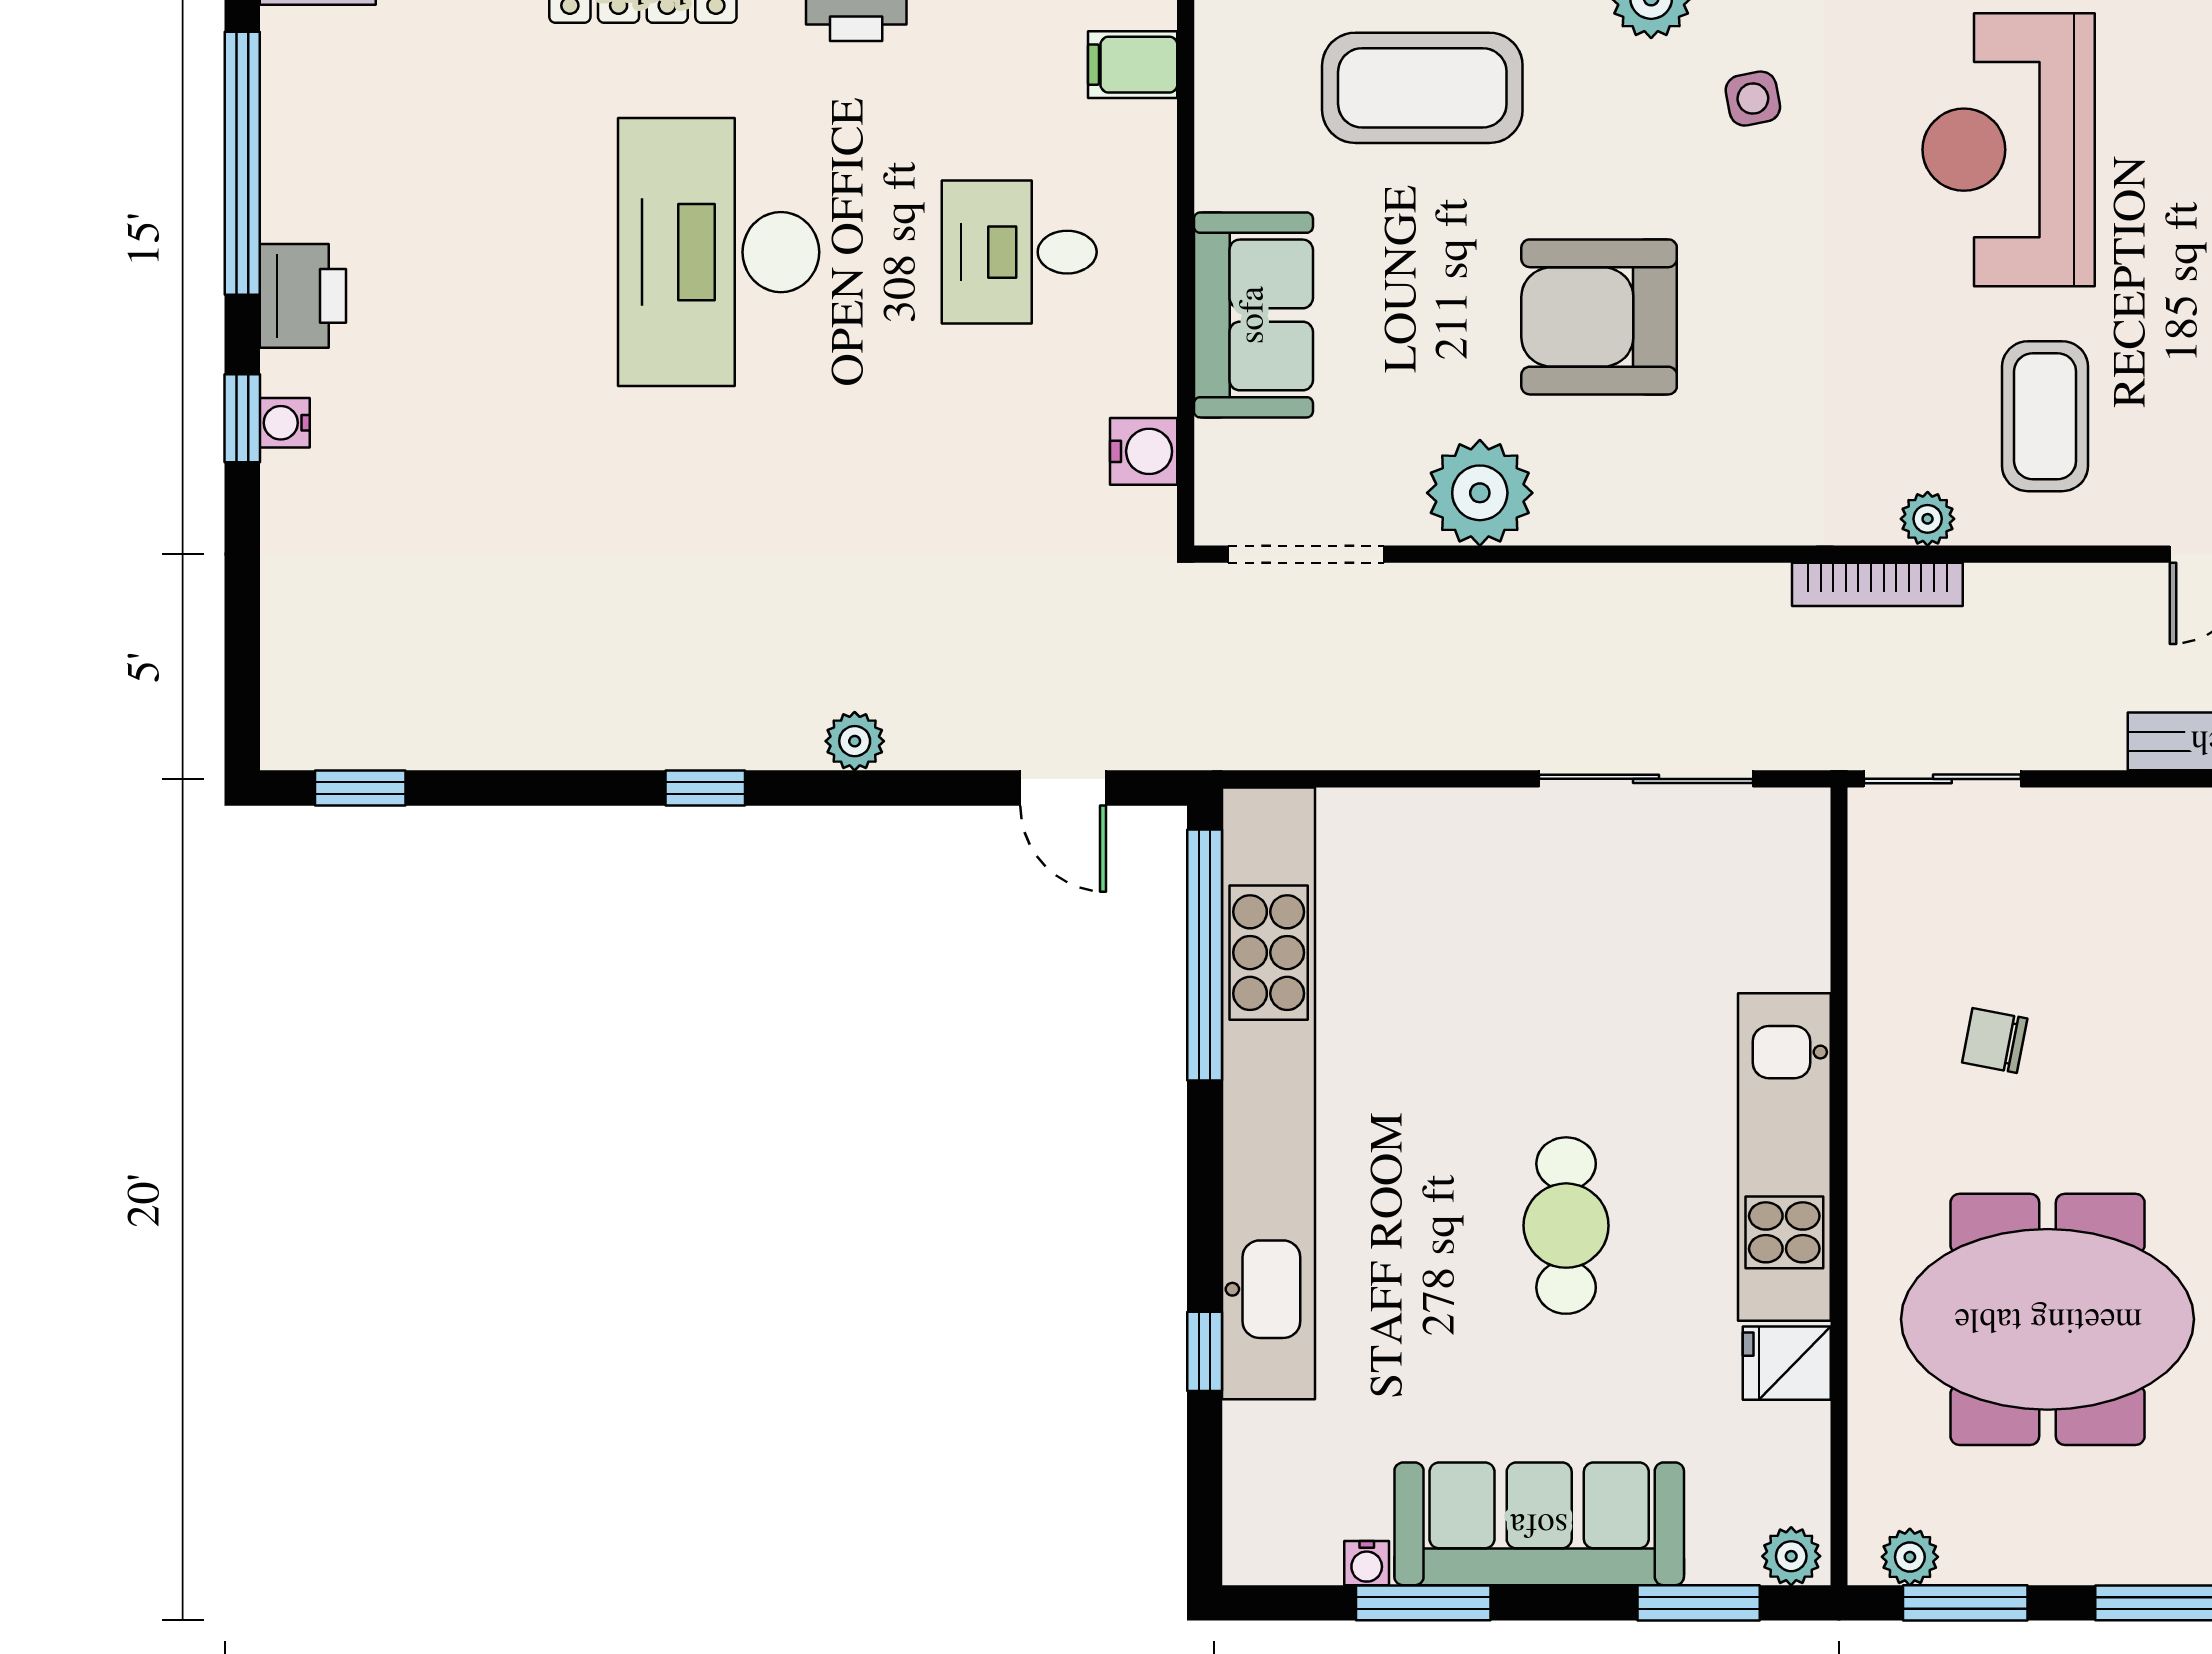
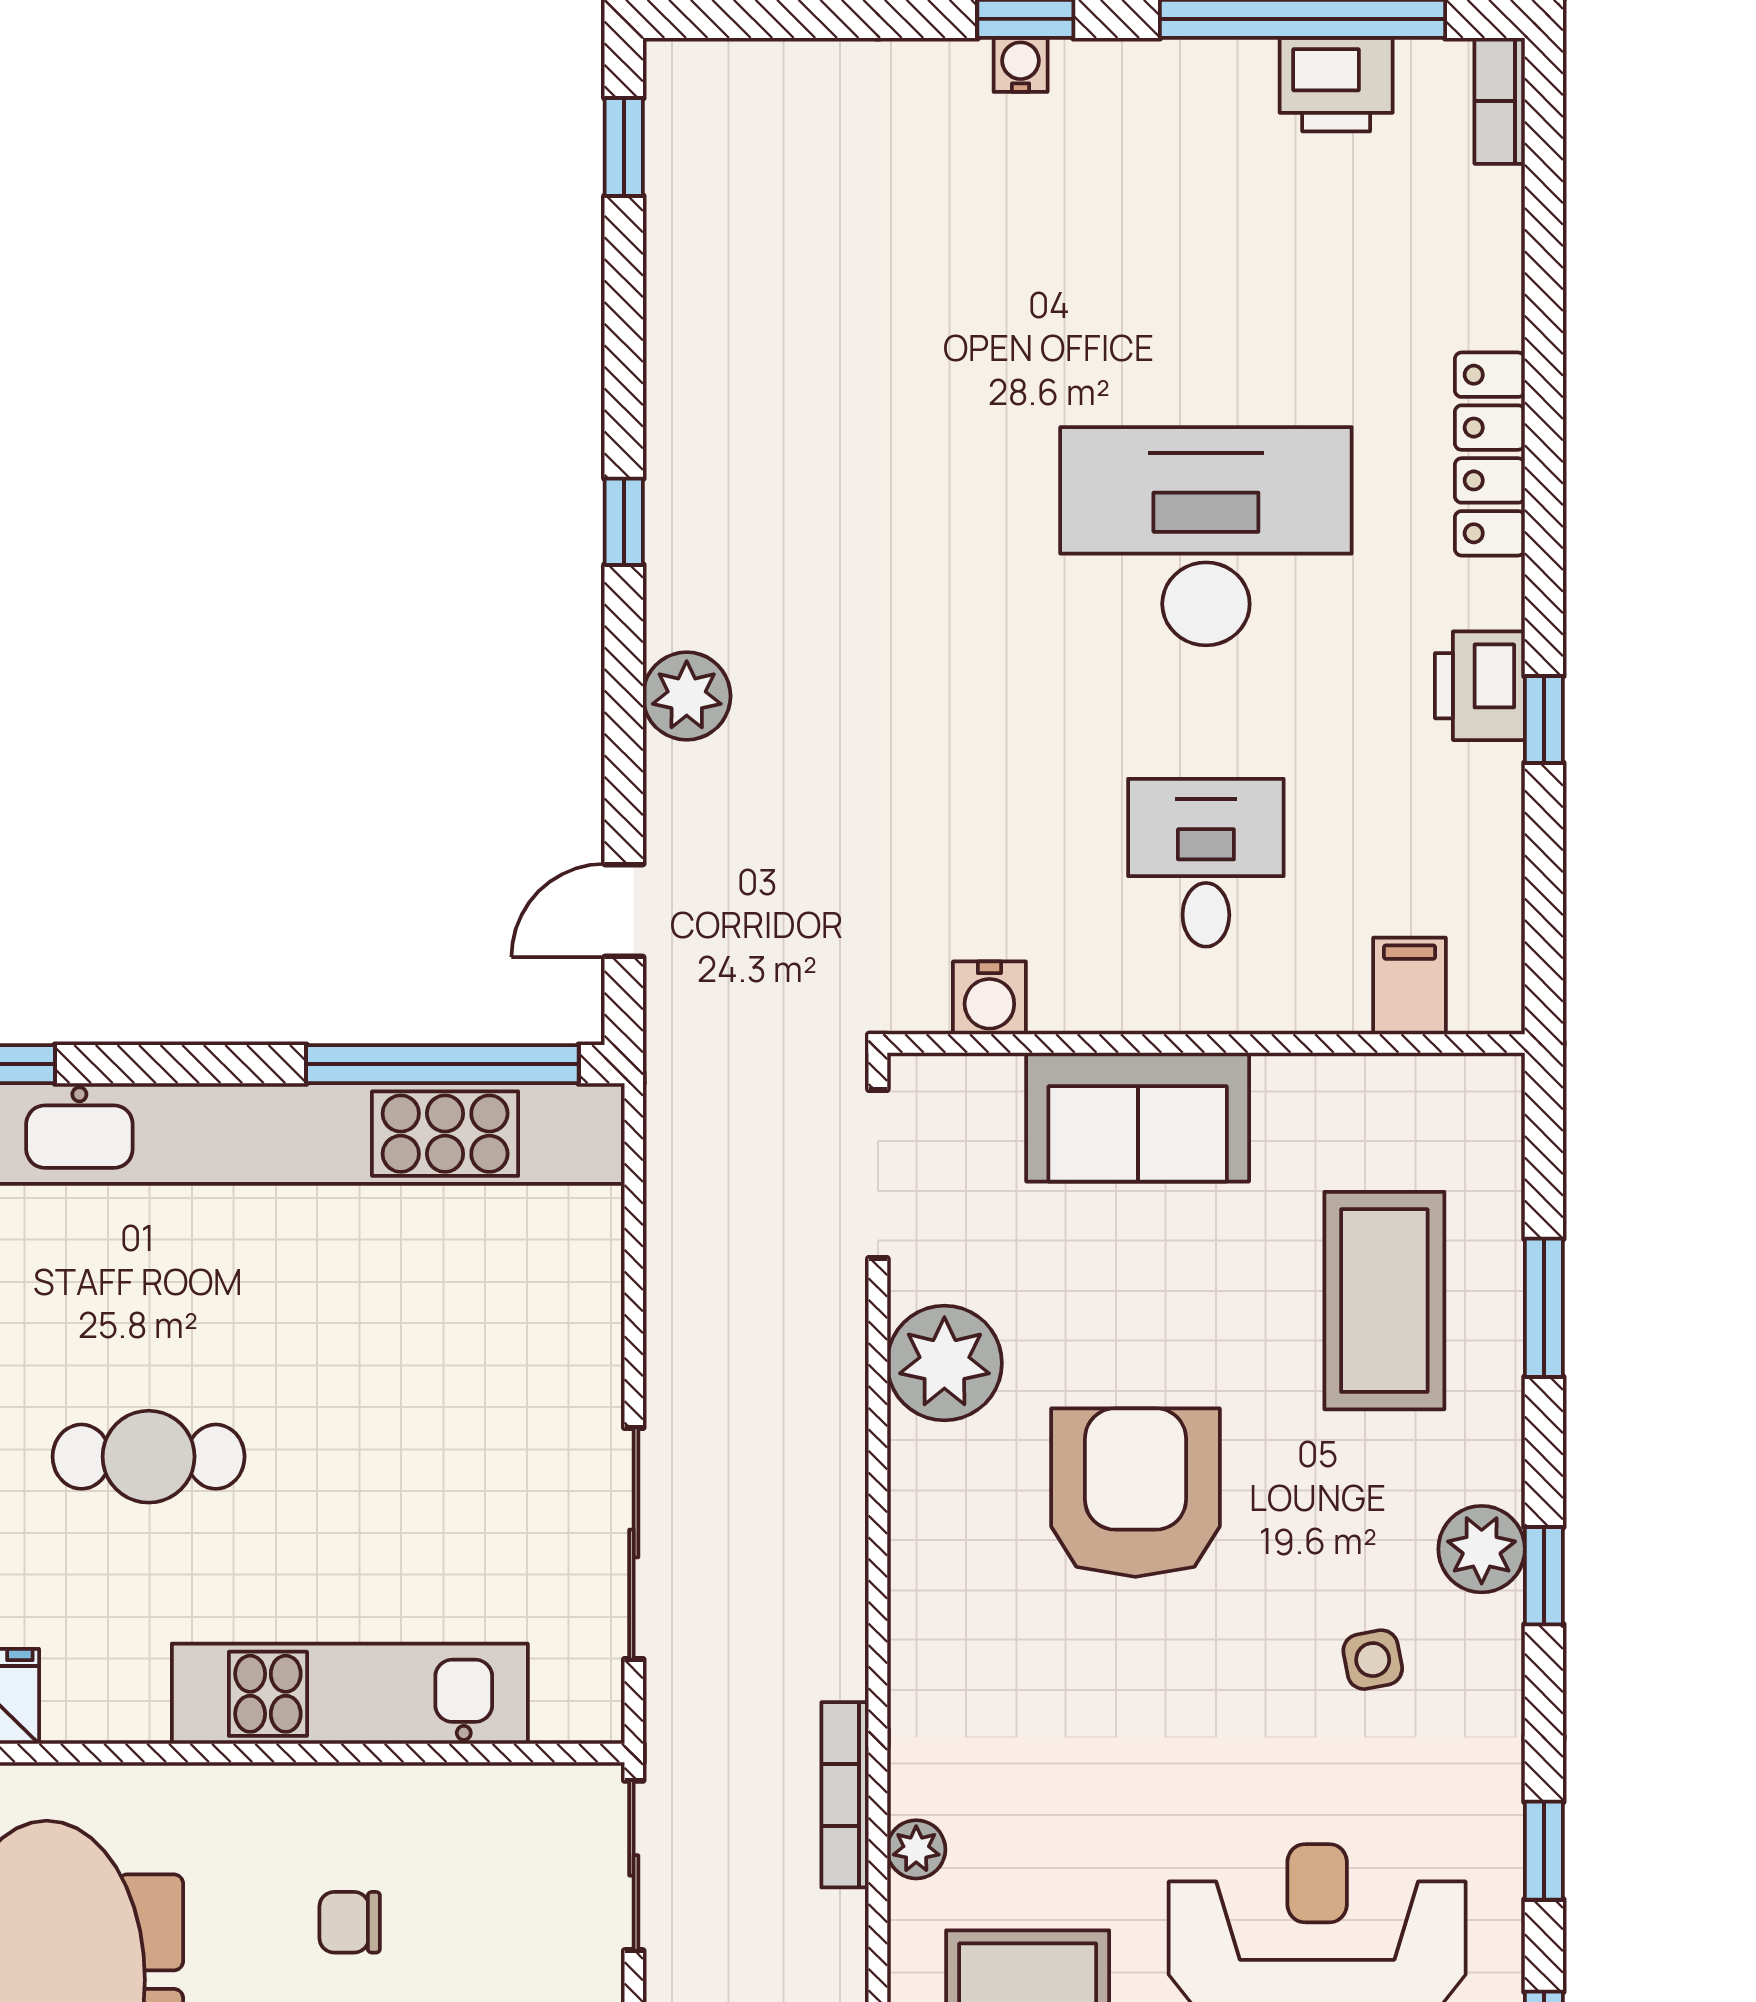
printer: (303, 296) -> (1336, 85), moved
plant: (855, 741) -> (687, 696), width x1.38, depth x1.38
chair: (1995, 1040) -> (350, 1922), turned -101
kitchen unit: (1784, 1157) -> (350, 1694), moved

